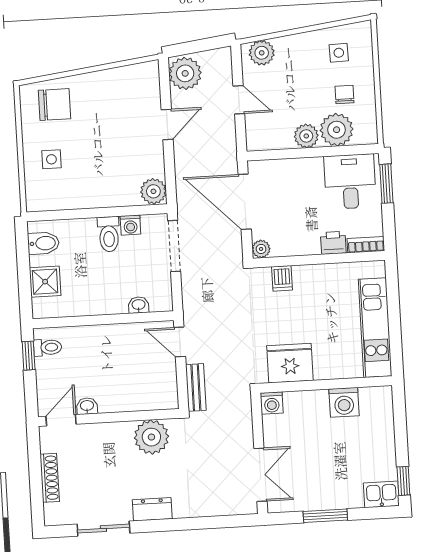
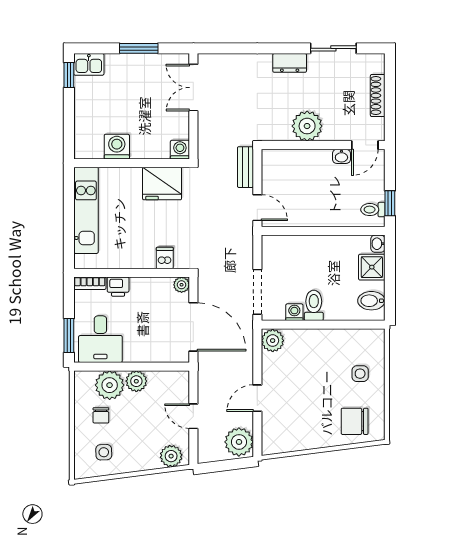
washbasin: (139, 305) -> (378, 244), moved, turned 90
plant: (151, 437) -> (307, 126), moved

